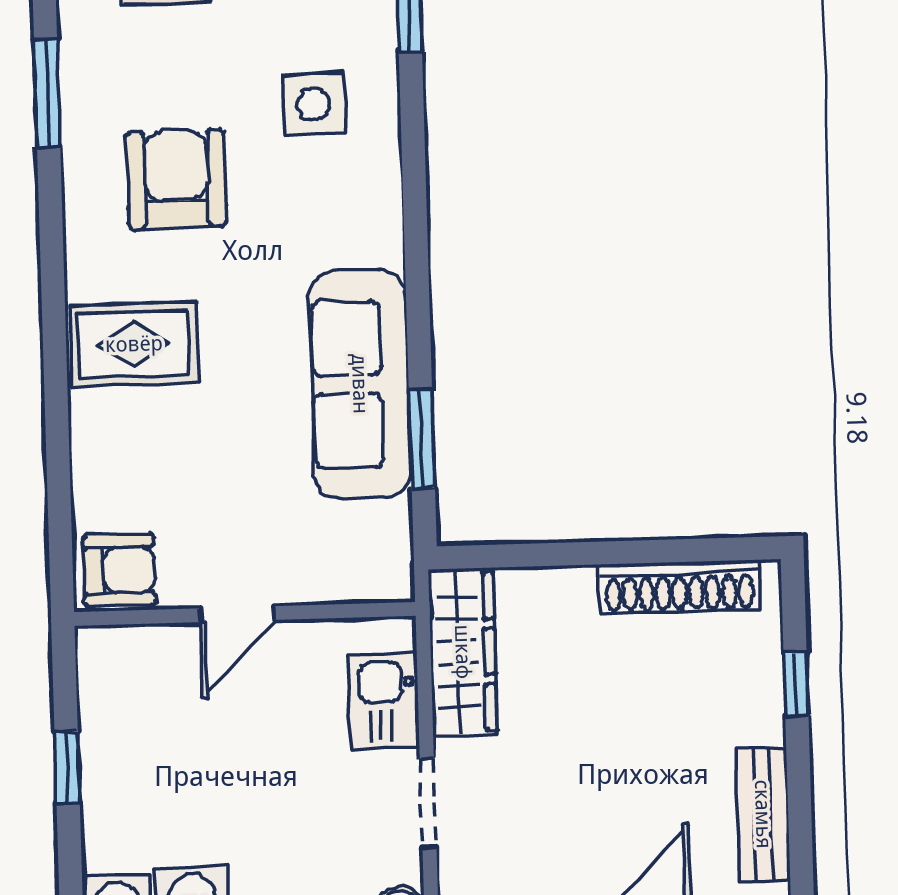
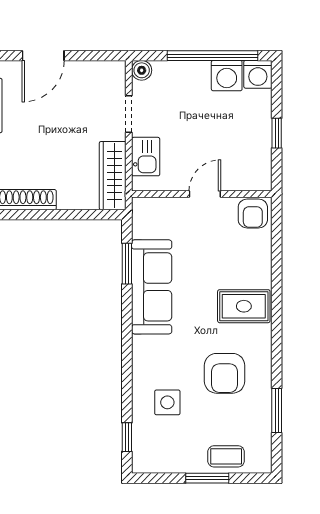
armchair: (119, 570) -> (253, 213), turned -90

